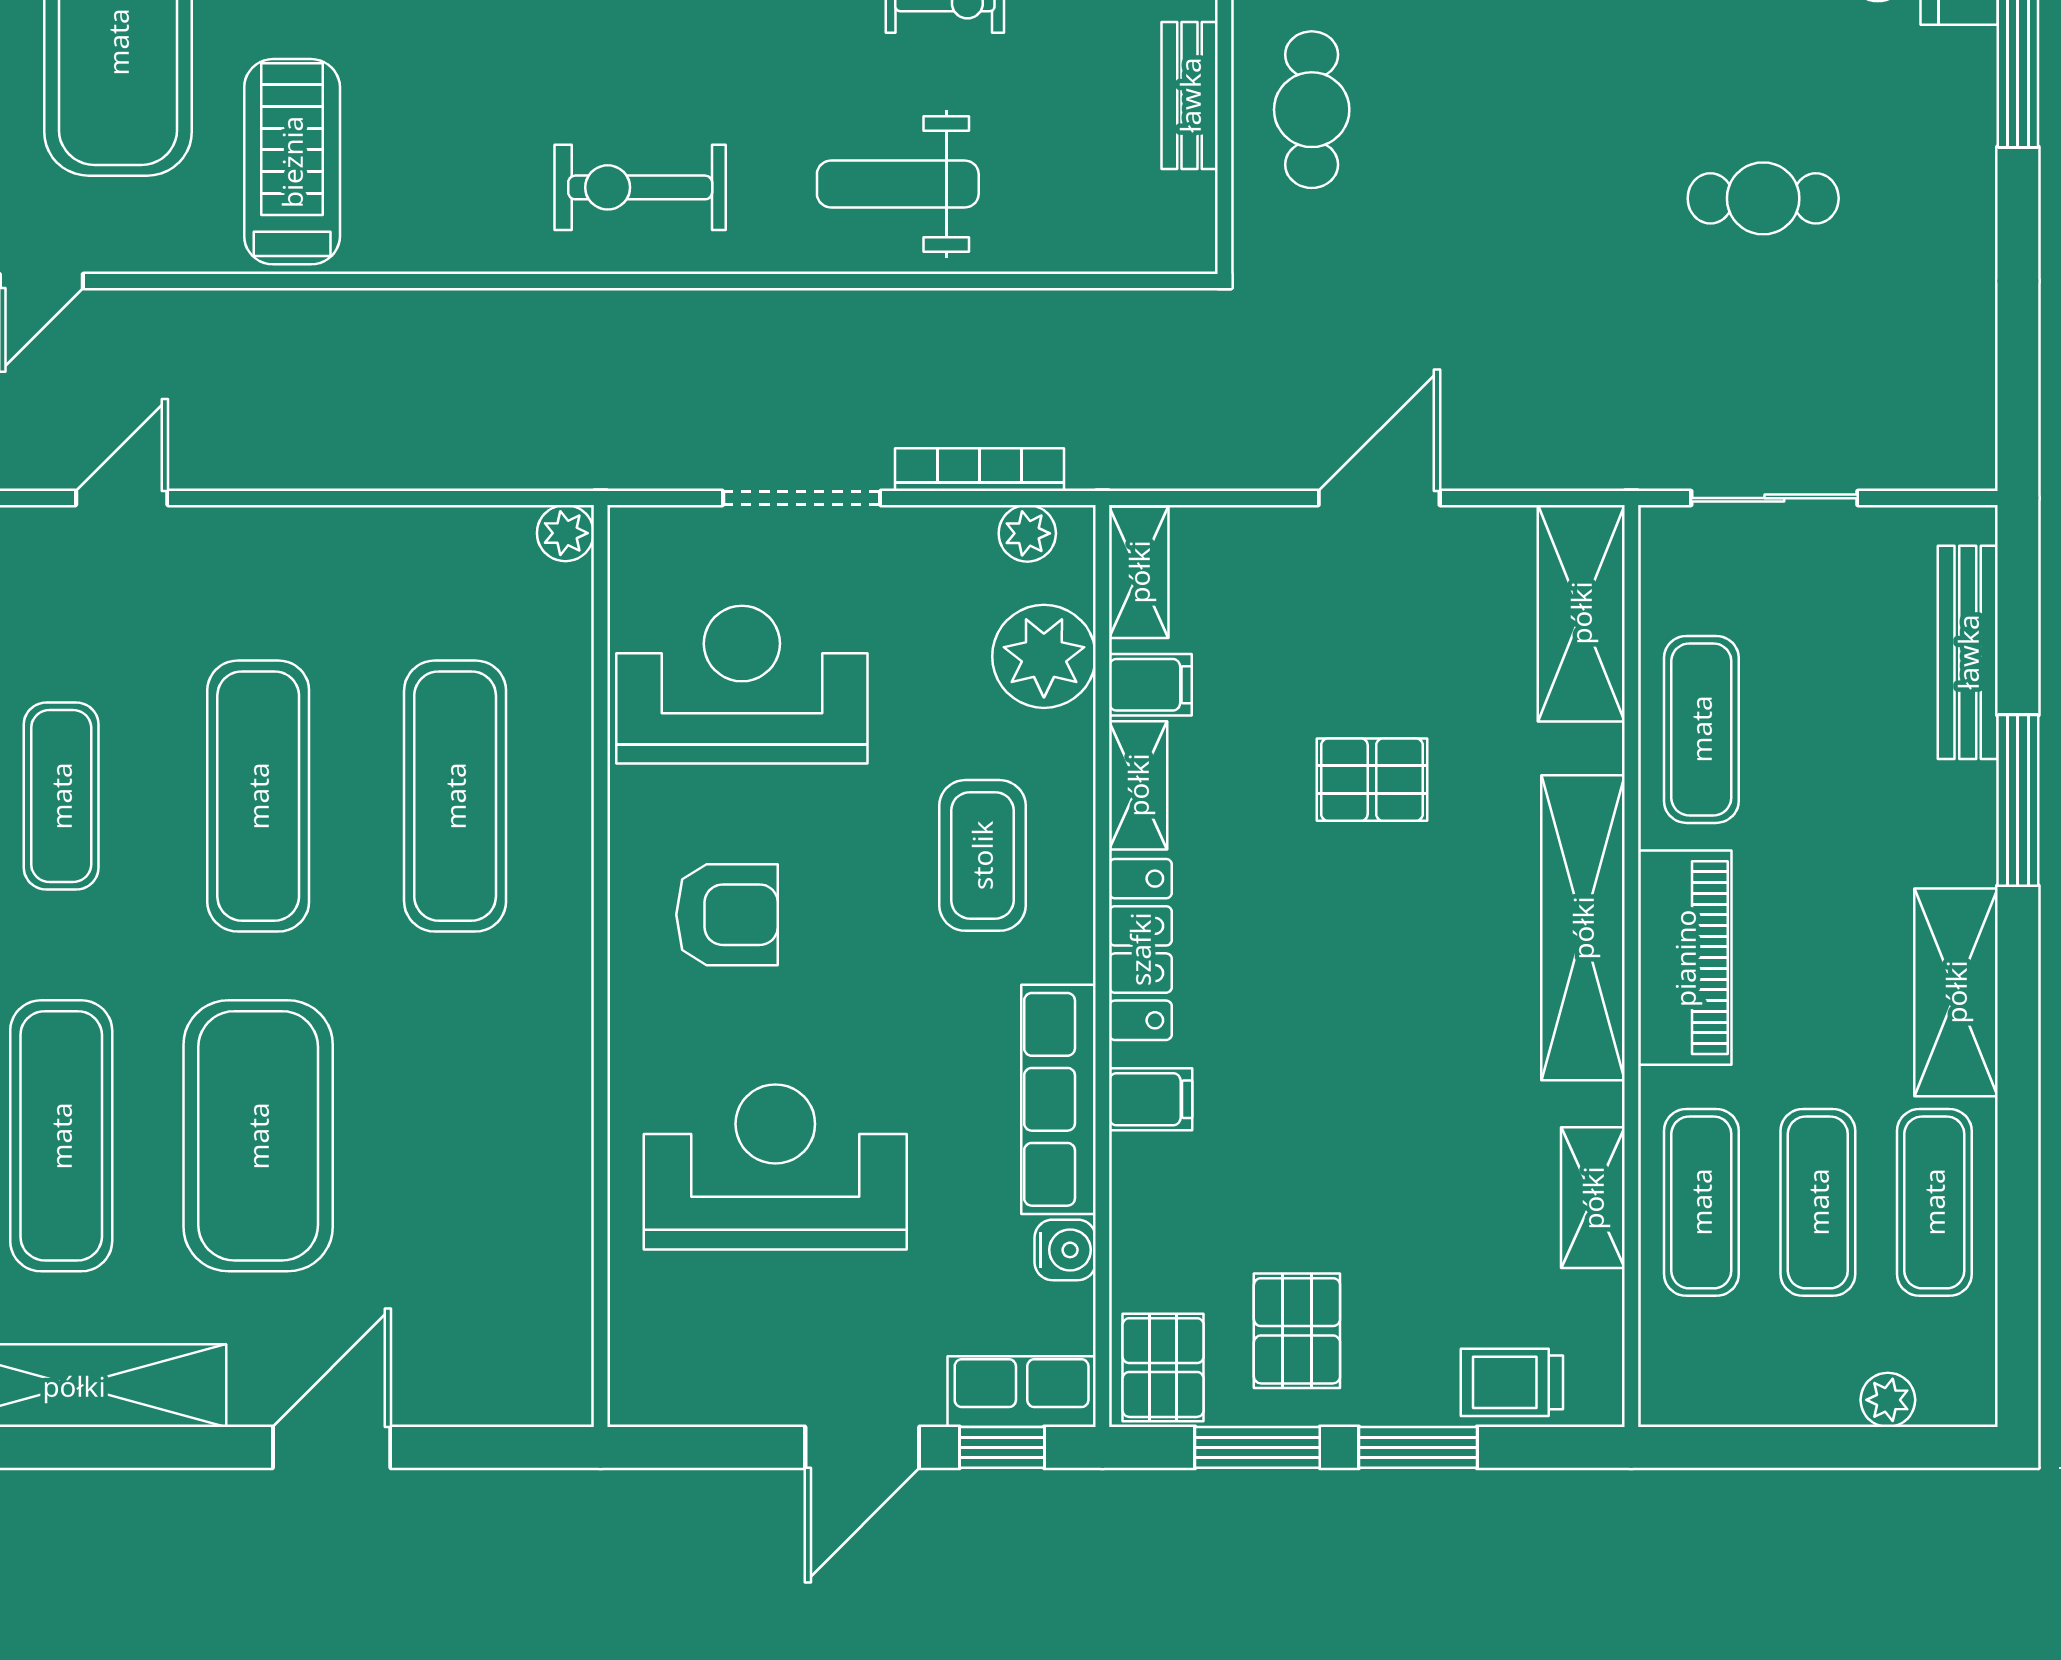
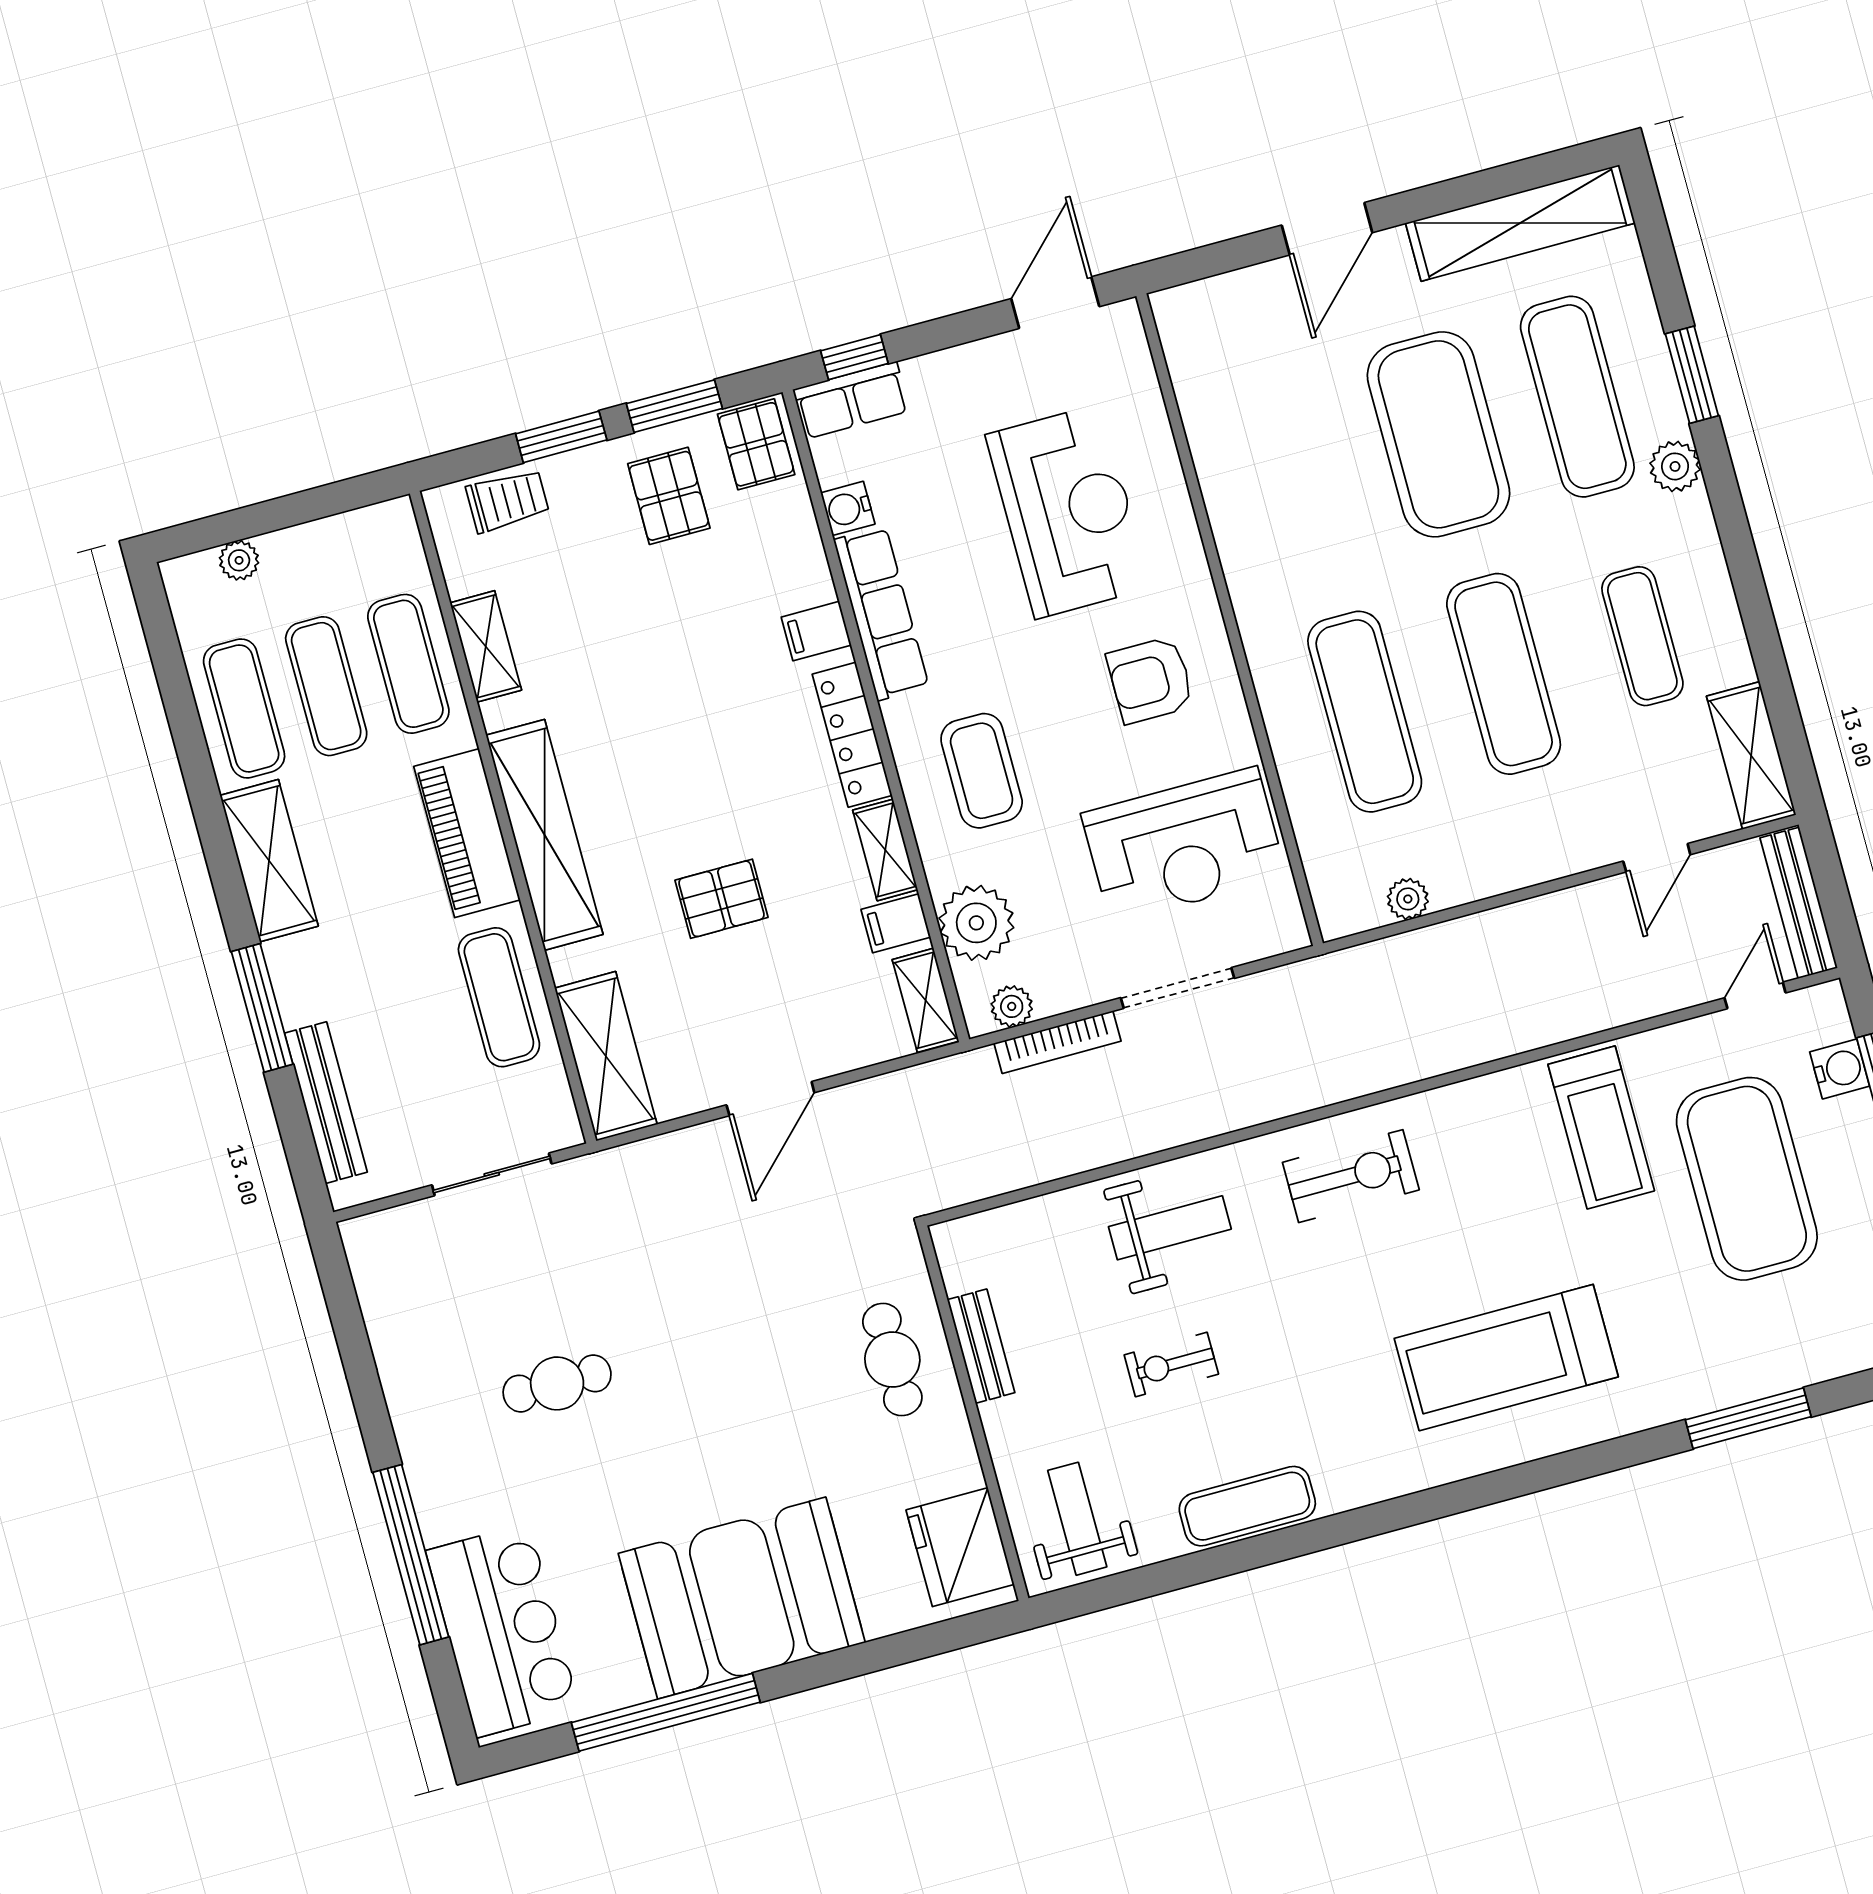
plant: (565, 533) -> (1408, 899), moved
reception desk: (775, 1167) -> (1068, 511), turned -90
door: (862, 1447) -> (1055, 303), moved

